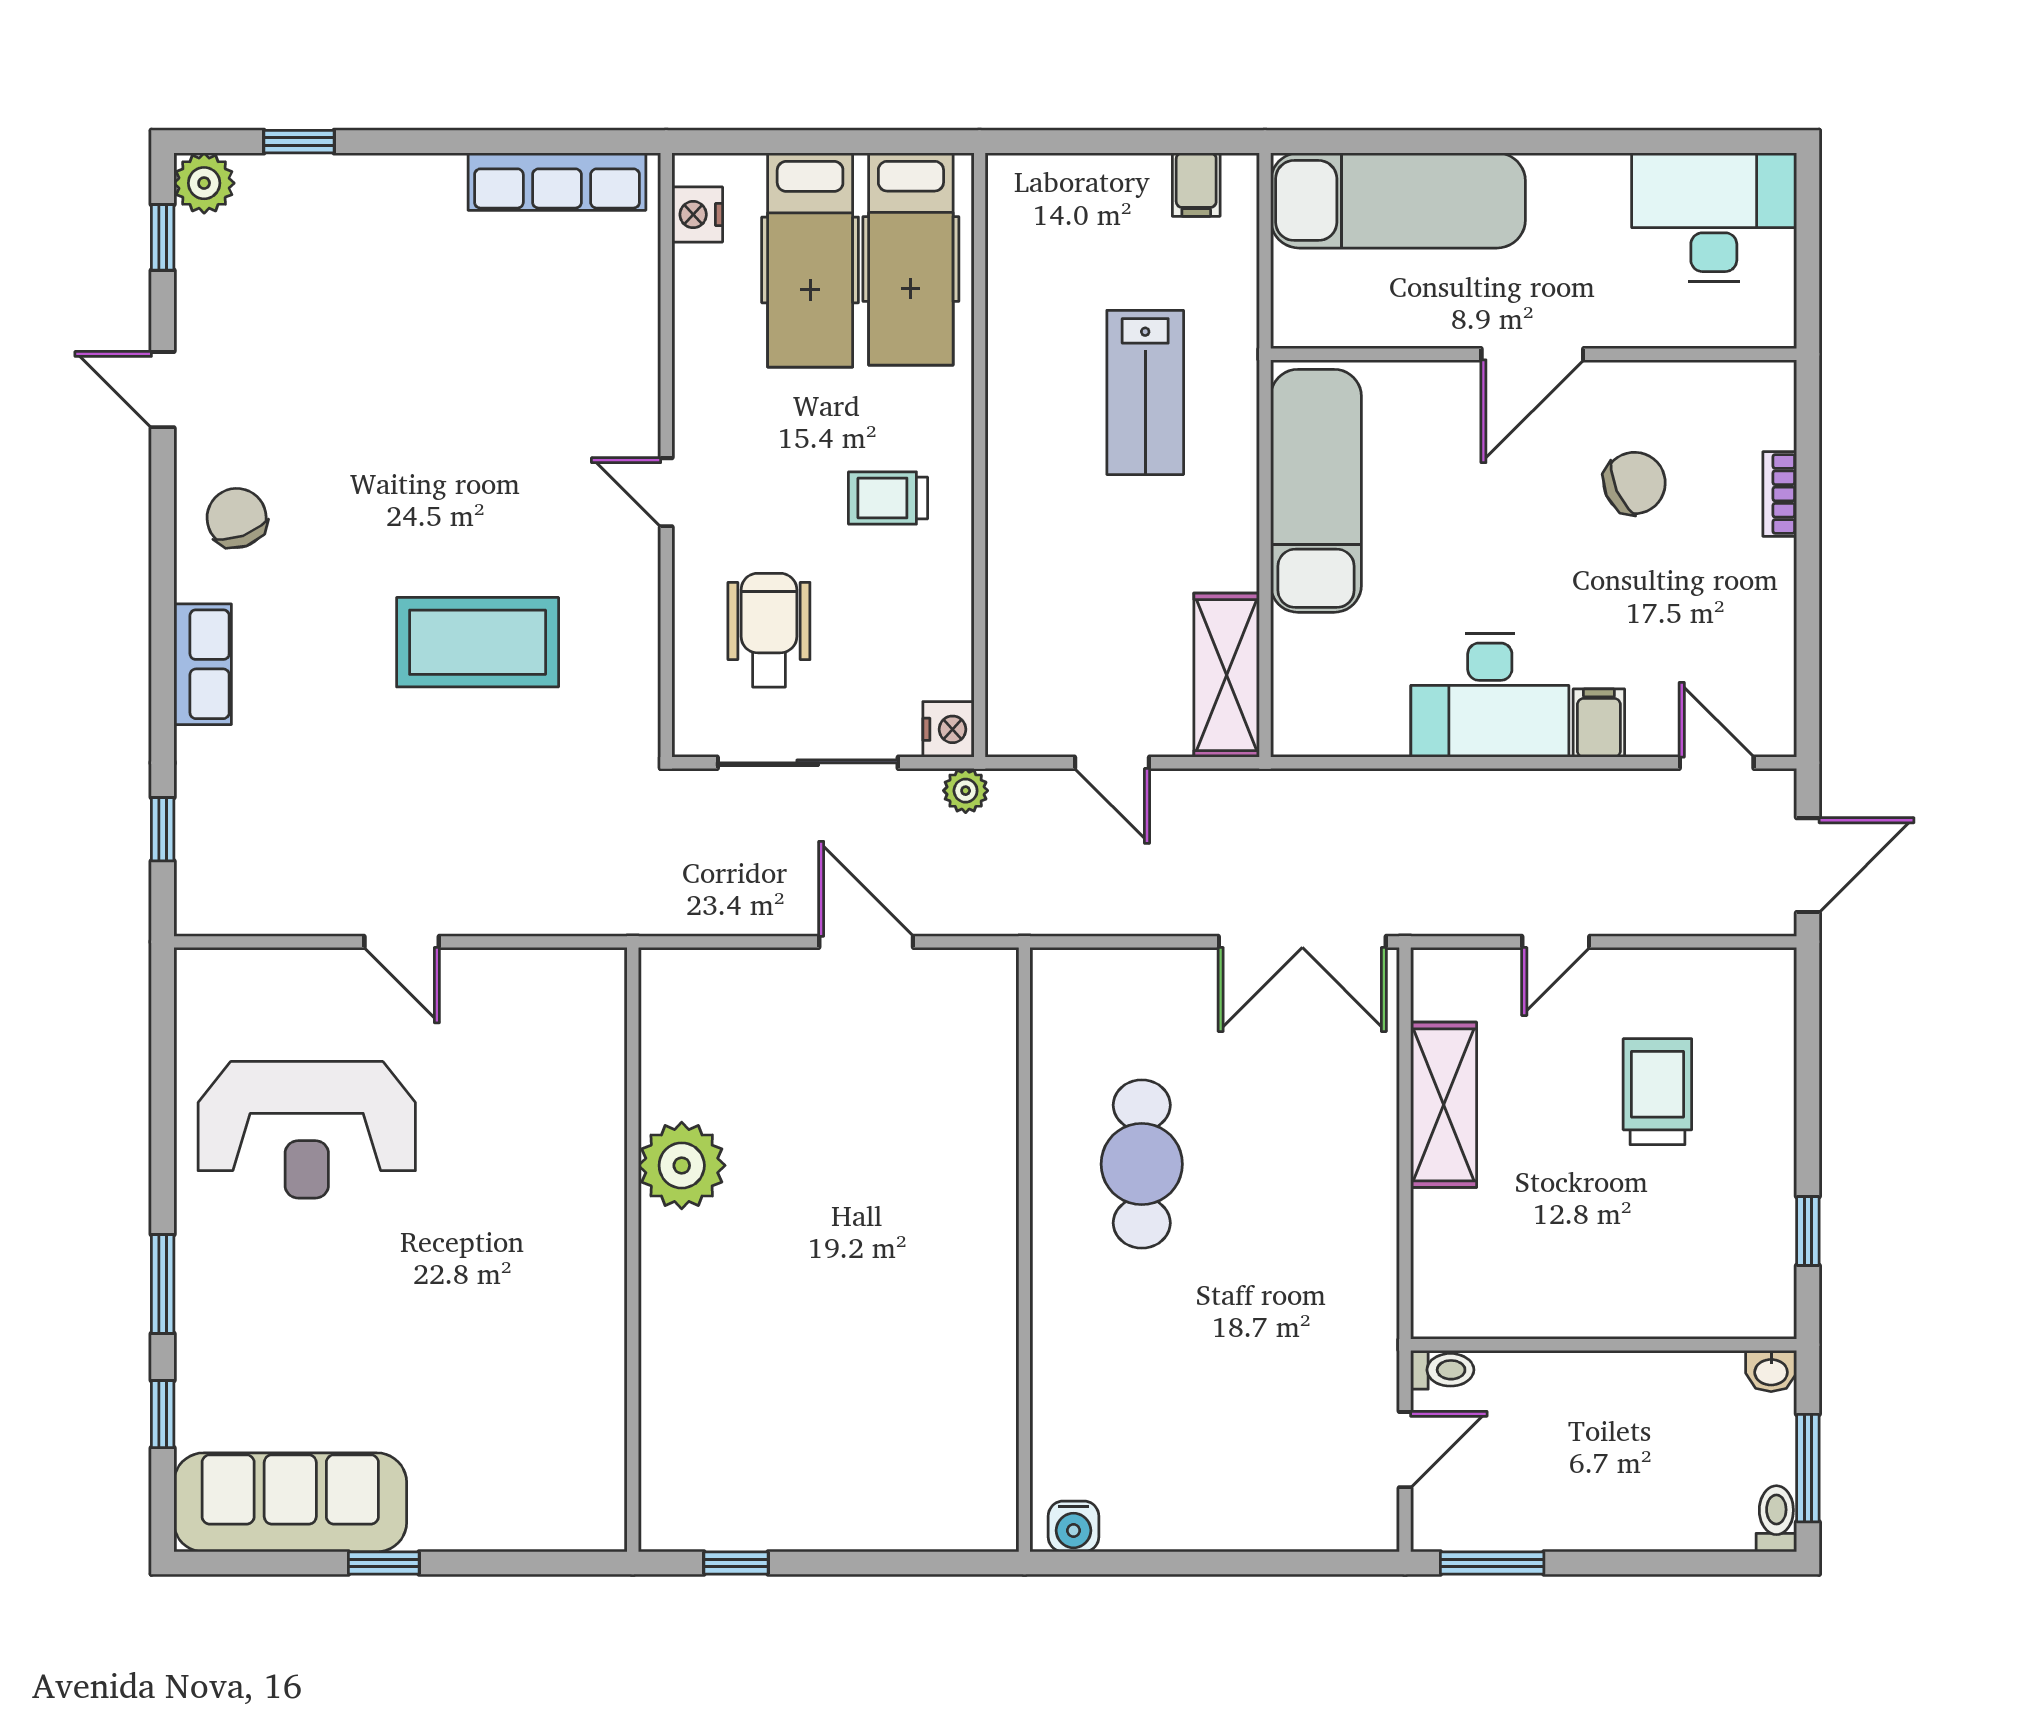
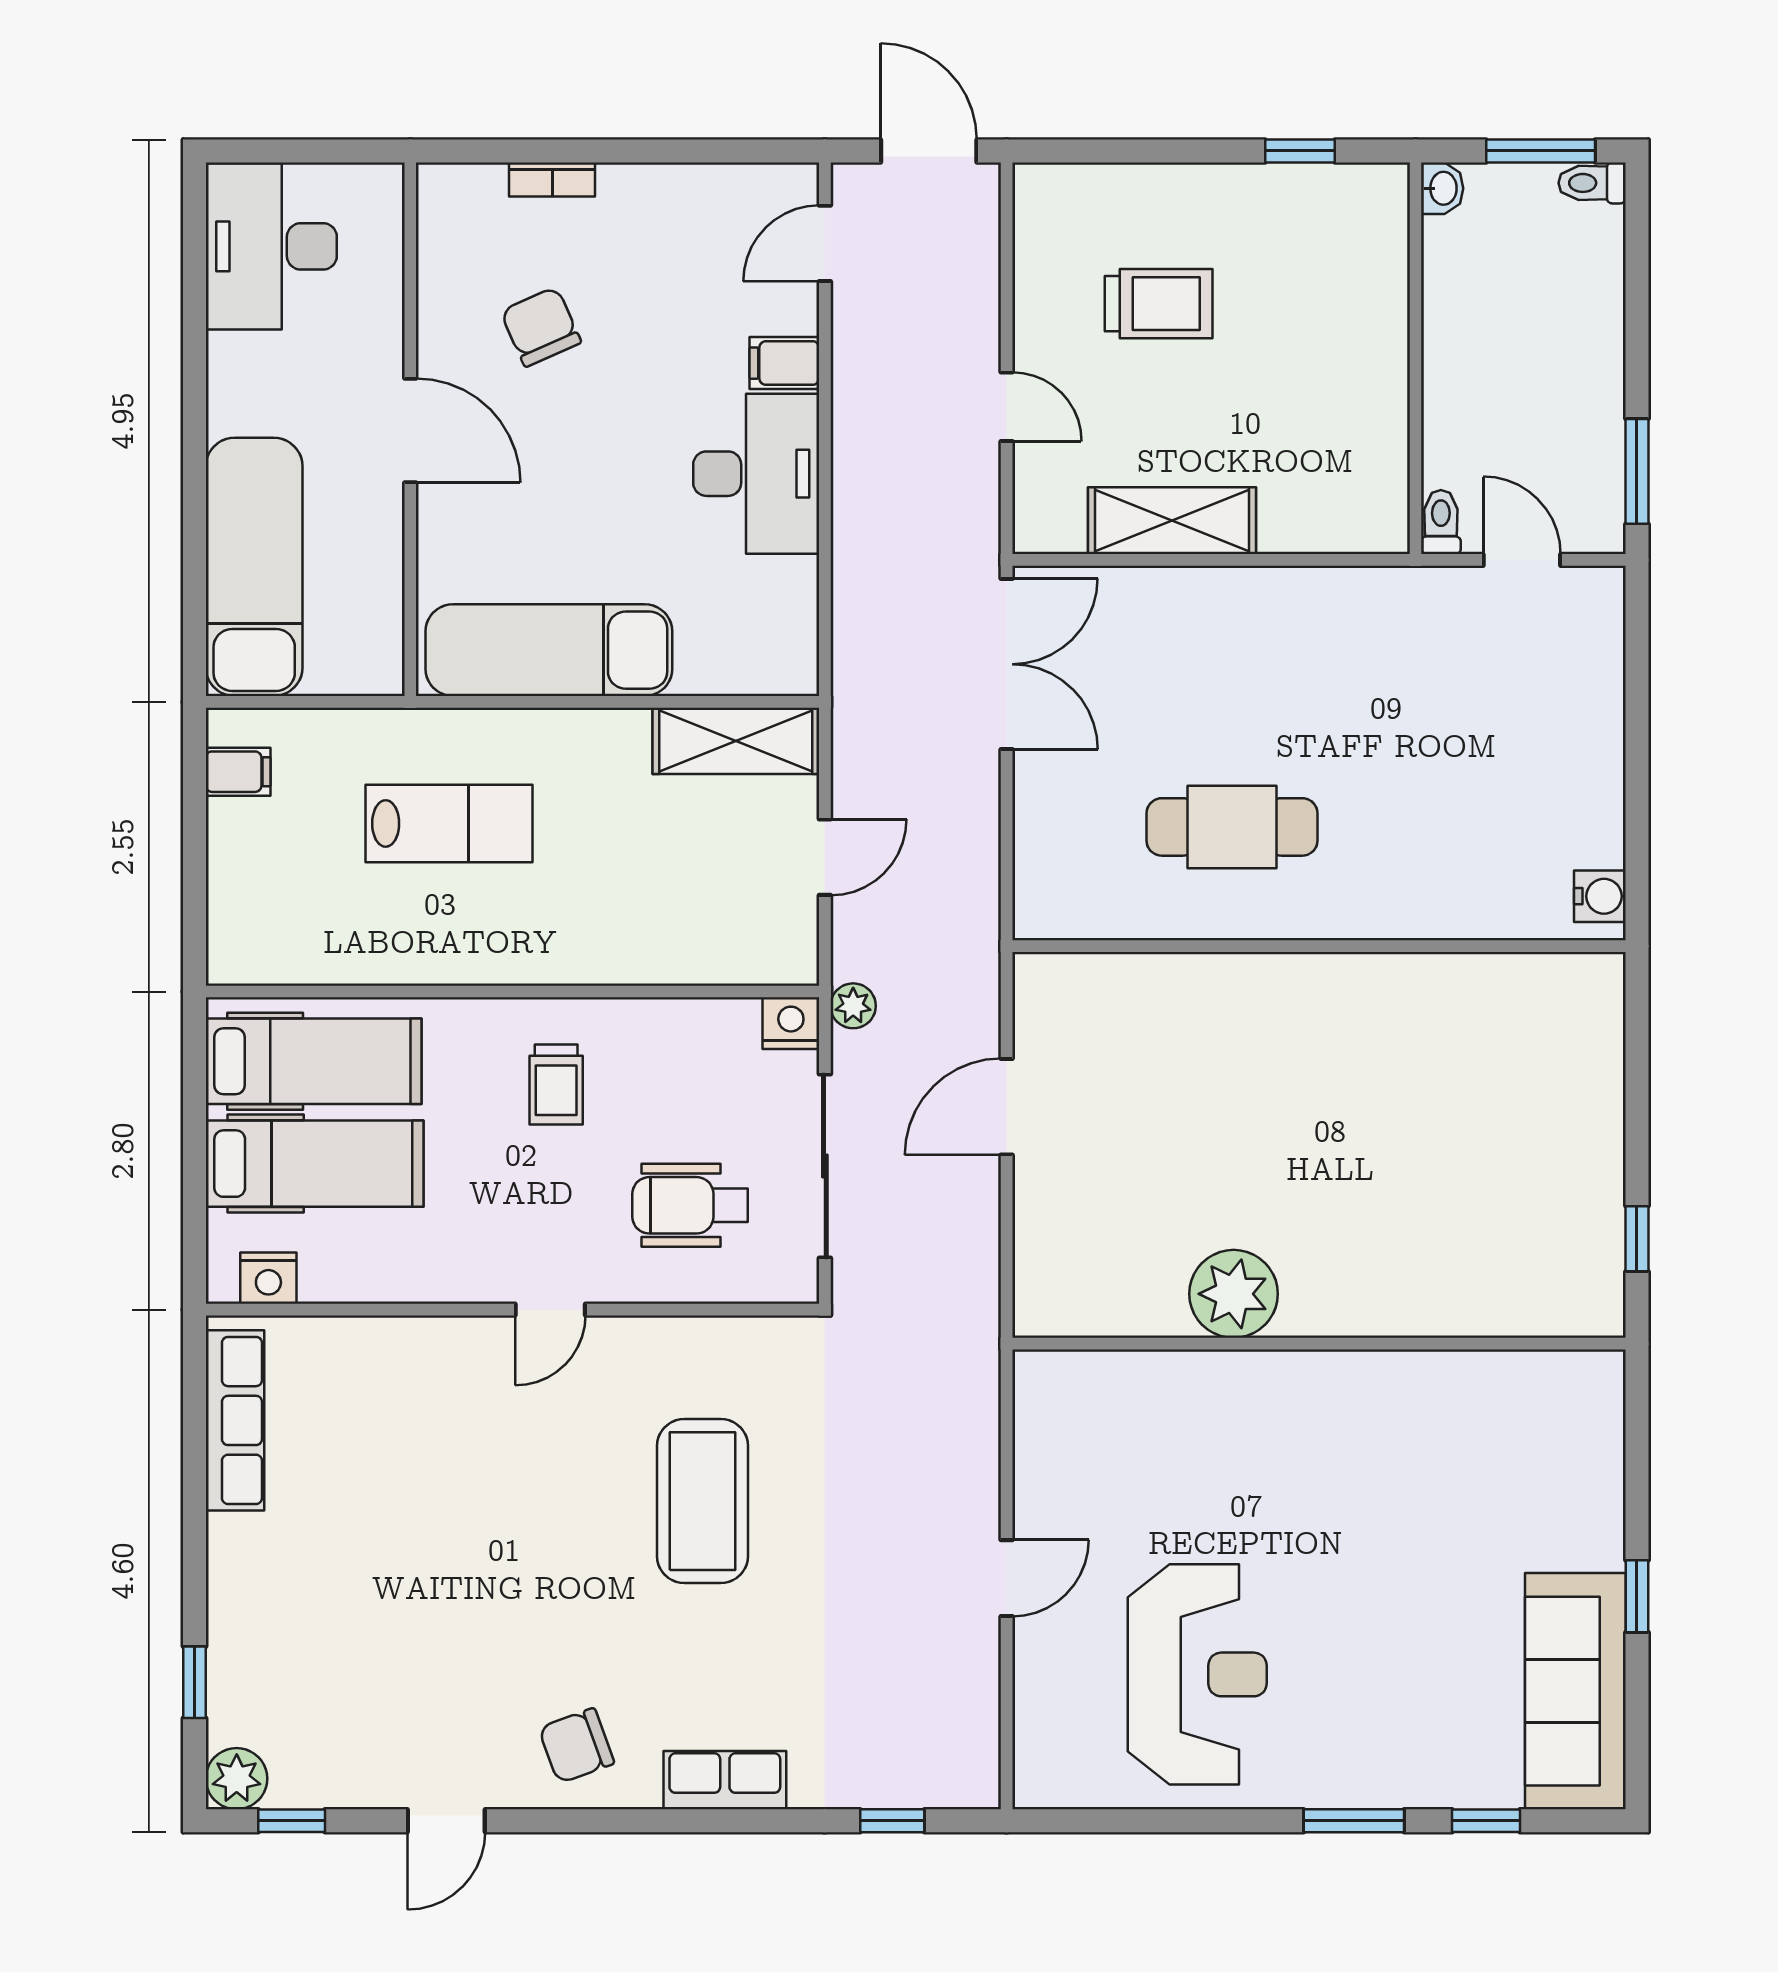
trolley: (1657, 1092) -> (1159, 304), turned 180

